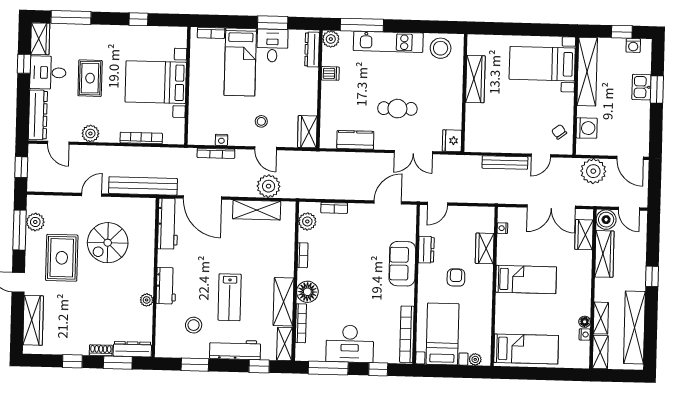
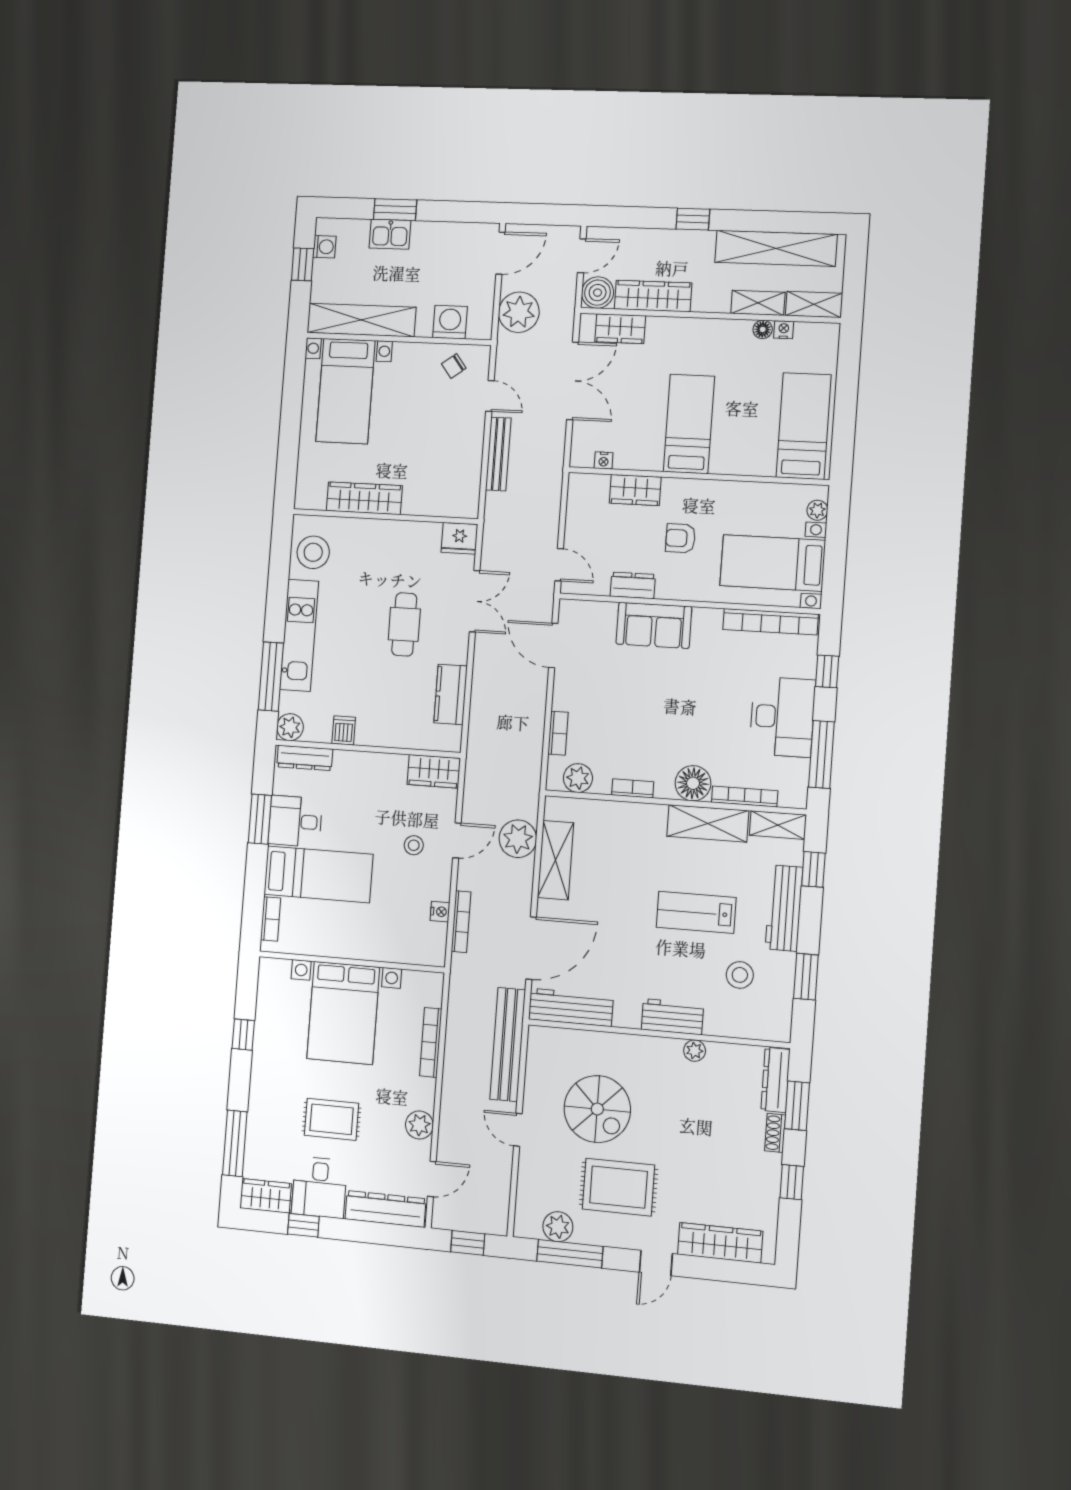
lab bench: (230, 297) -> (696, 912), turned 180

